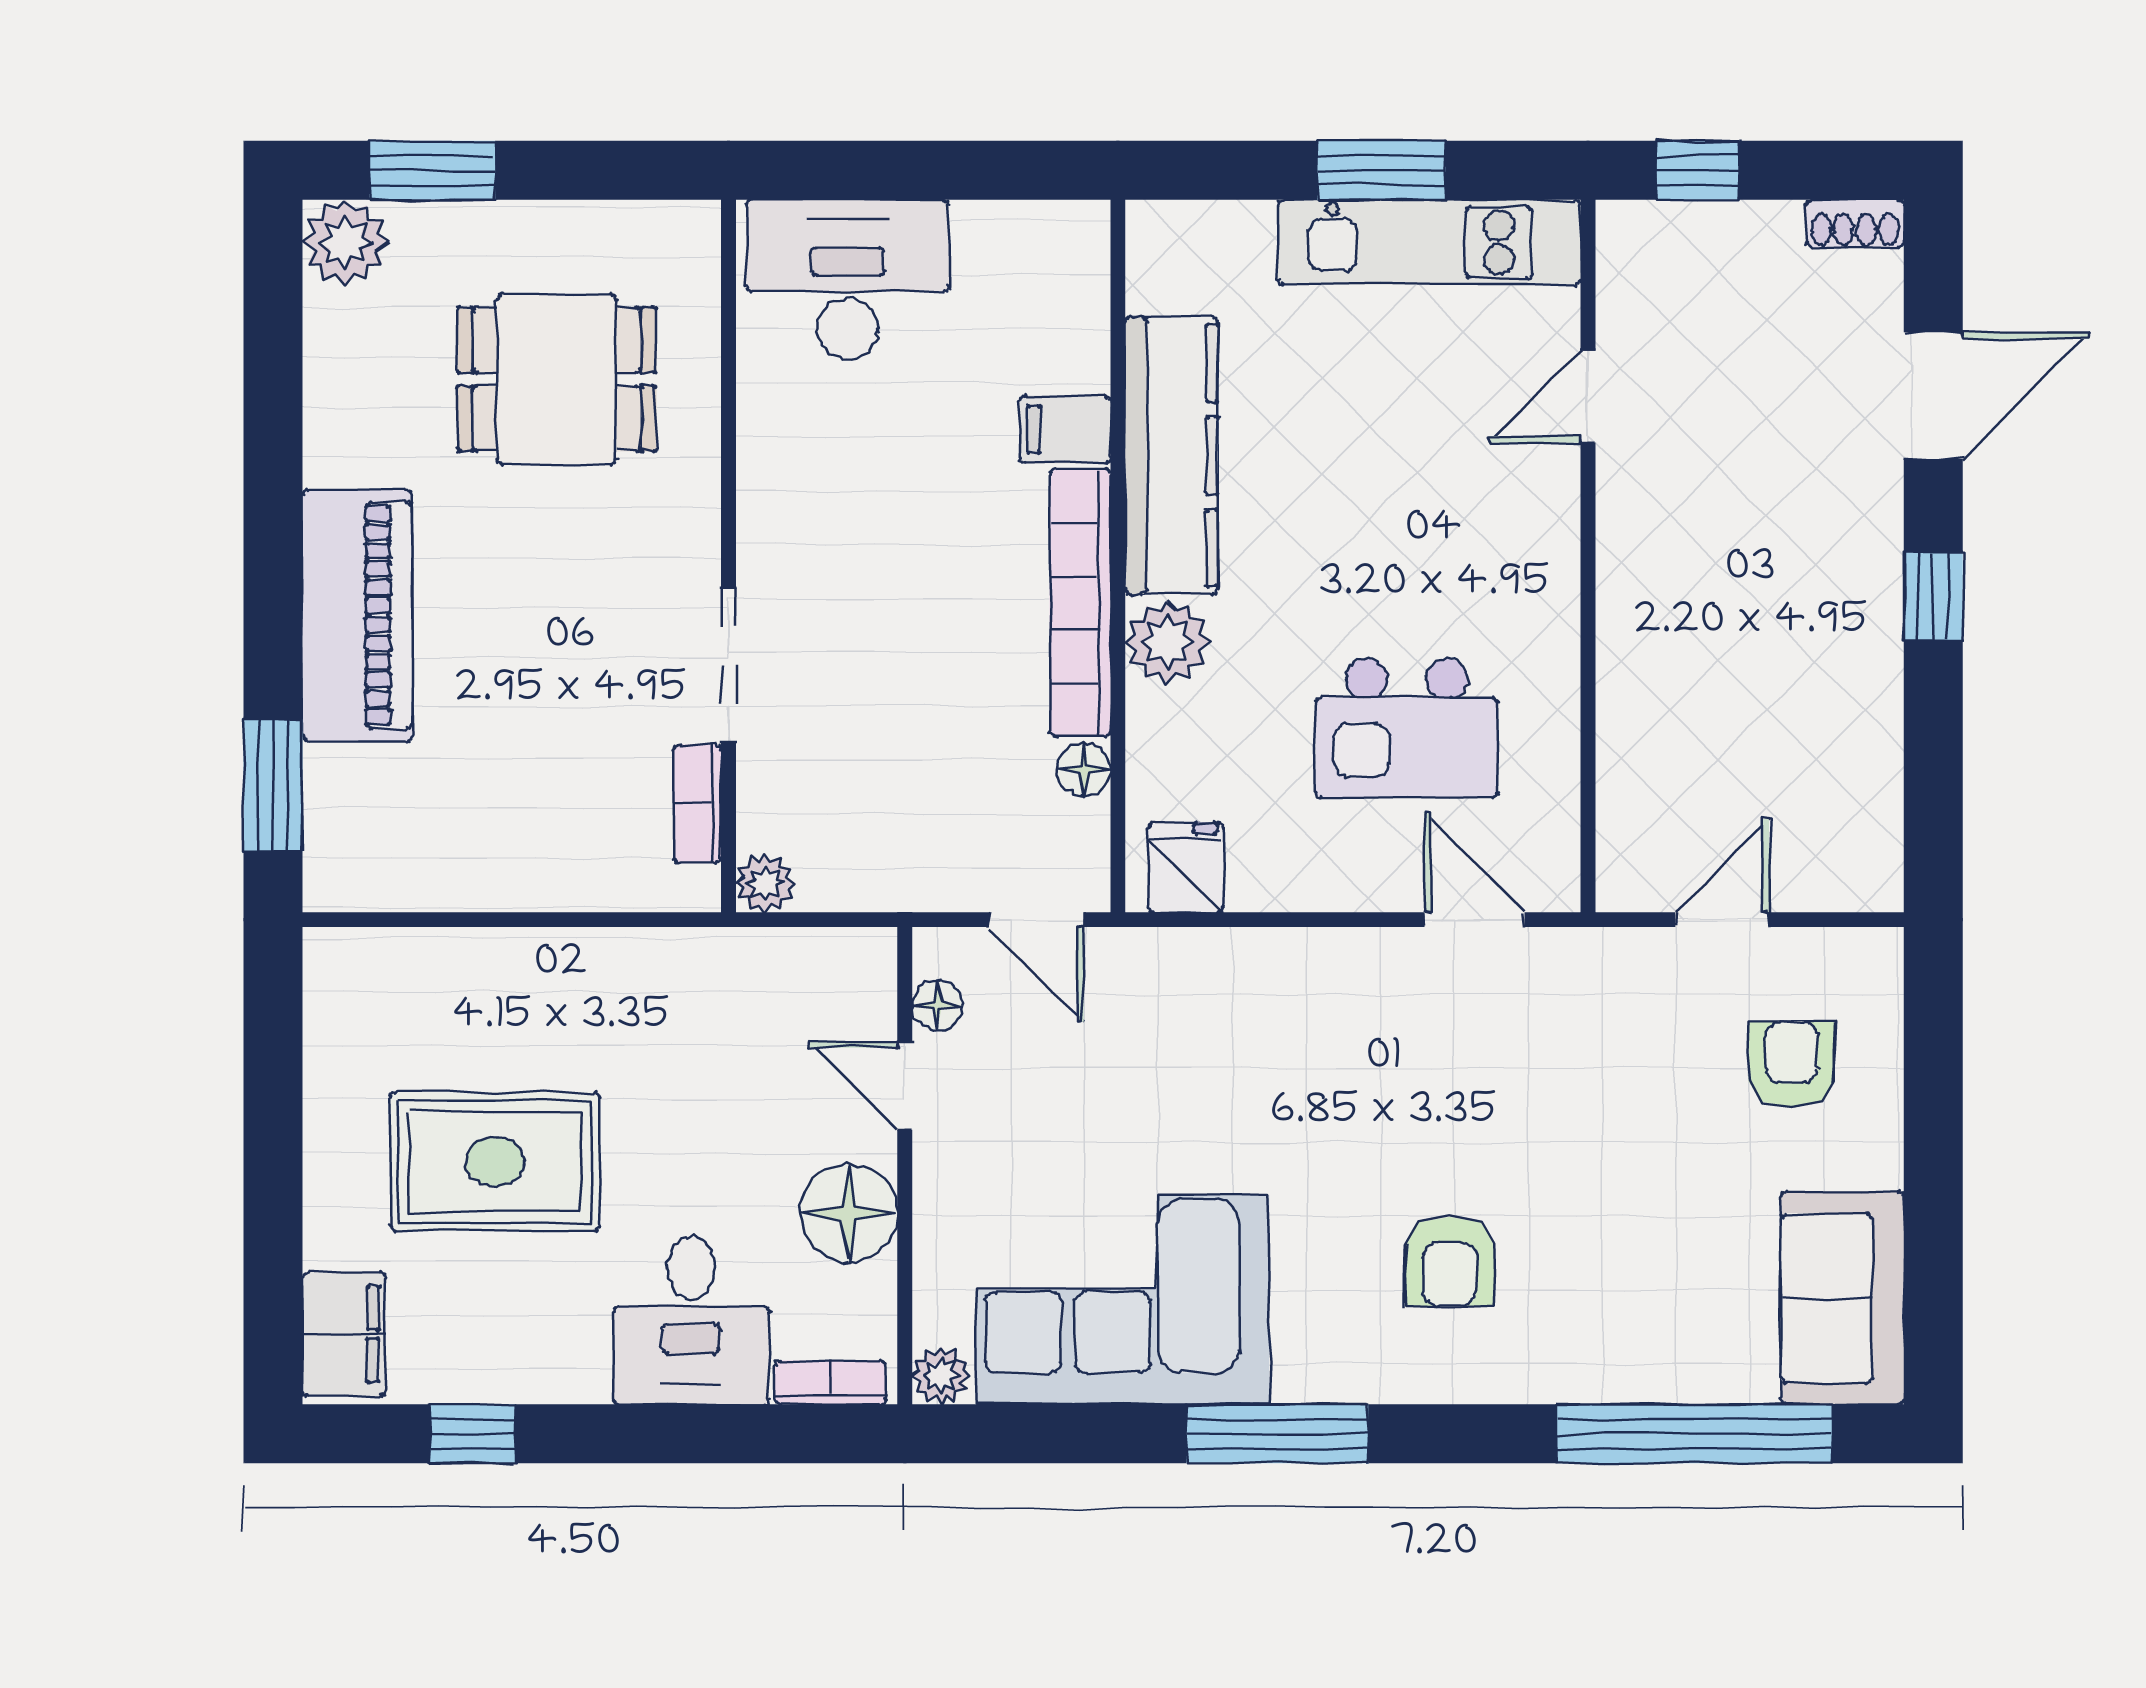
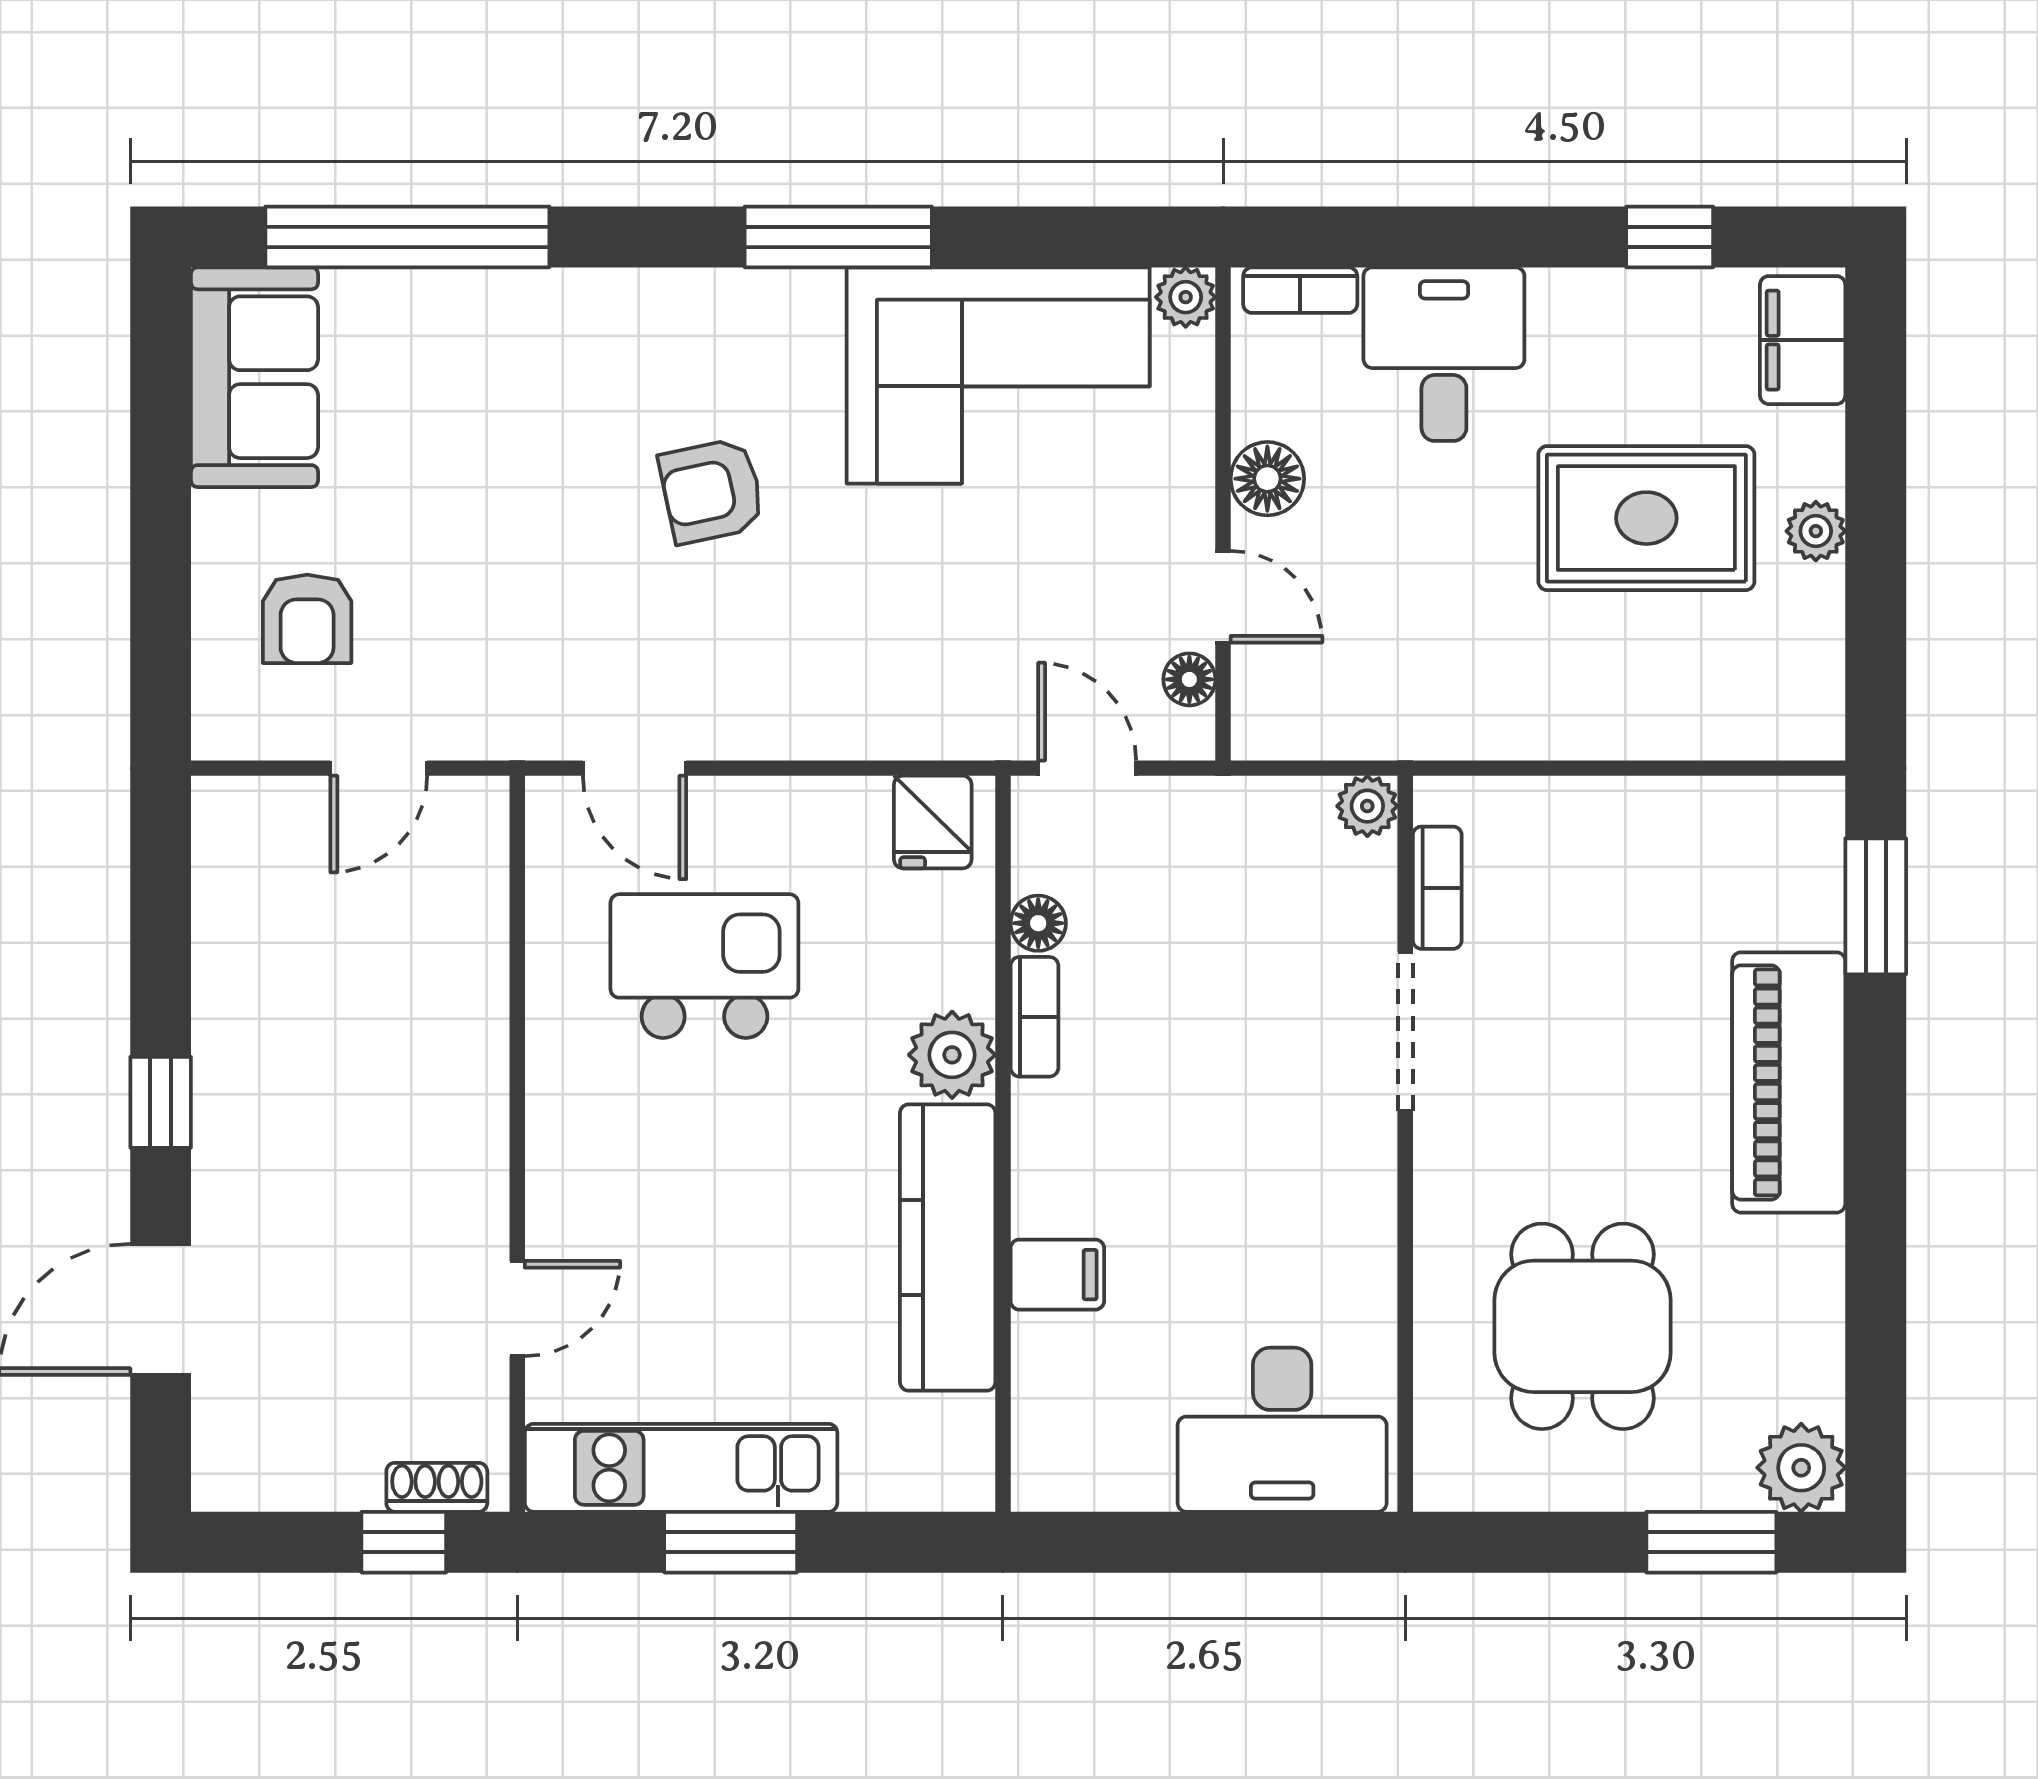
shoe rack: (1855, 223) -> (437, 1487), moved
dining table: (557, 379) -> (1583, 1326), turned 90
bookcase: (1080, 603) -> (1034, 1017), width x0.43, depth x0.76
plant: (331, 1149) -> (1816, 531), added
floor lamp: (849, 1213) -> (1267, 479), width x0.73, depth x0.73
armchair: (1450, 1262) -> (712, 491), moved, turned -102

